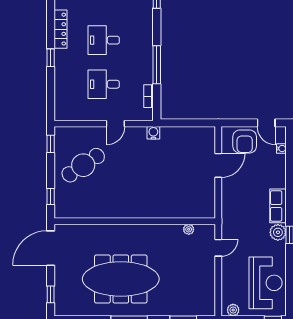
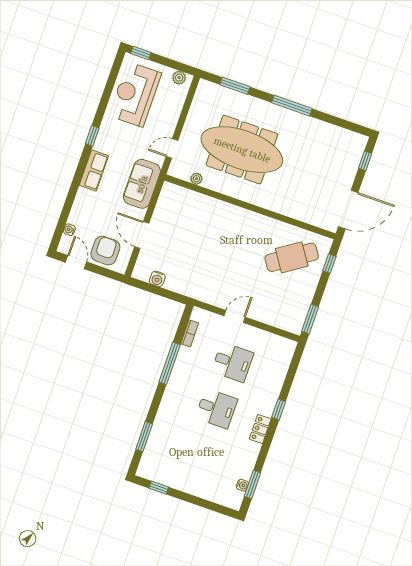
locker: (61, 29) -> (260, 429), width x0.66
water cooler: (153, 133) -> (157, 279), moved
window: (51, 144) -> (310, 319), width x1.50
cafe table: (83, 165) -> (292, 257), moved
door: (218, 165) -> (142, 235), hinge flipped
sofa: (233, 209) -> (142, 184), added
plant: (278, 232) -> (104, 143), removed
meeting table: (121, 279) -> (242, 150), moved

